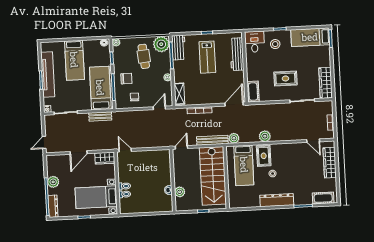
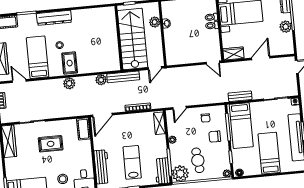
bed: (244, 165) -> (38, 57), moved
stairs: (213, 176) -> (133, 39), moved
wall: (226, 177) -> (119, 38), moved

